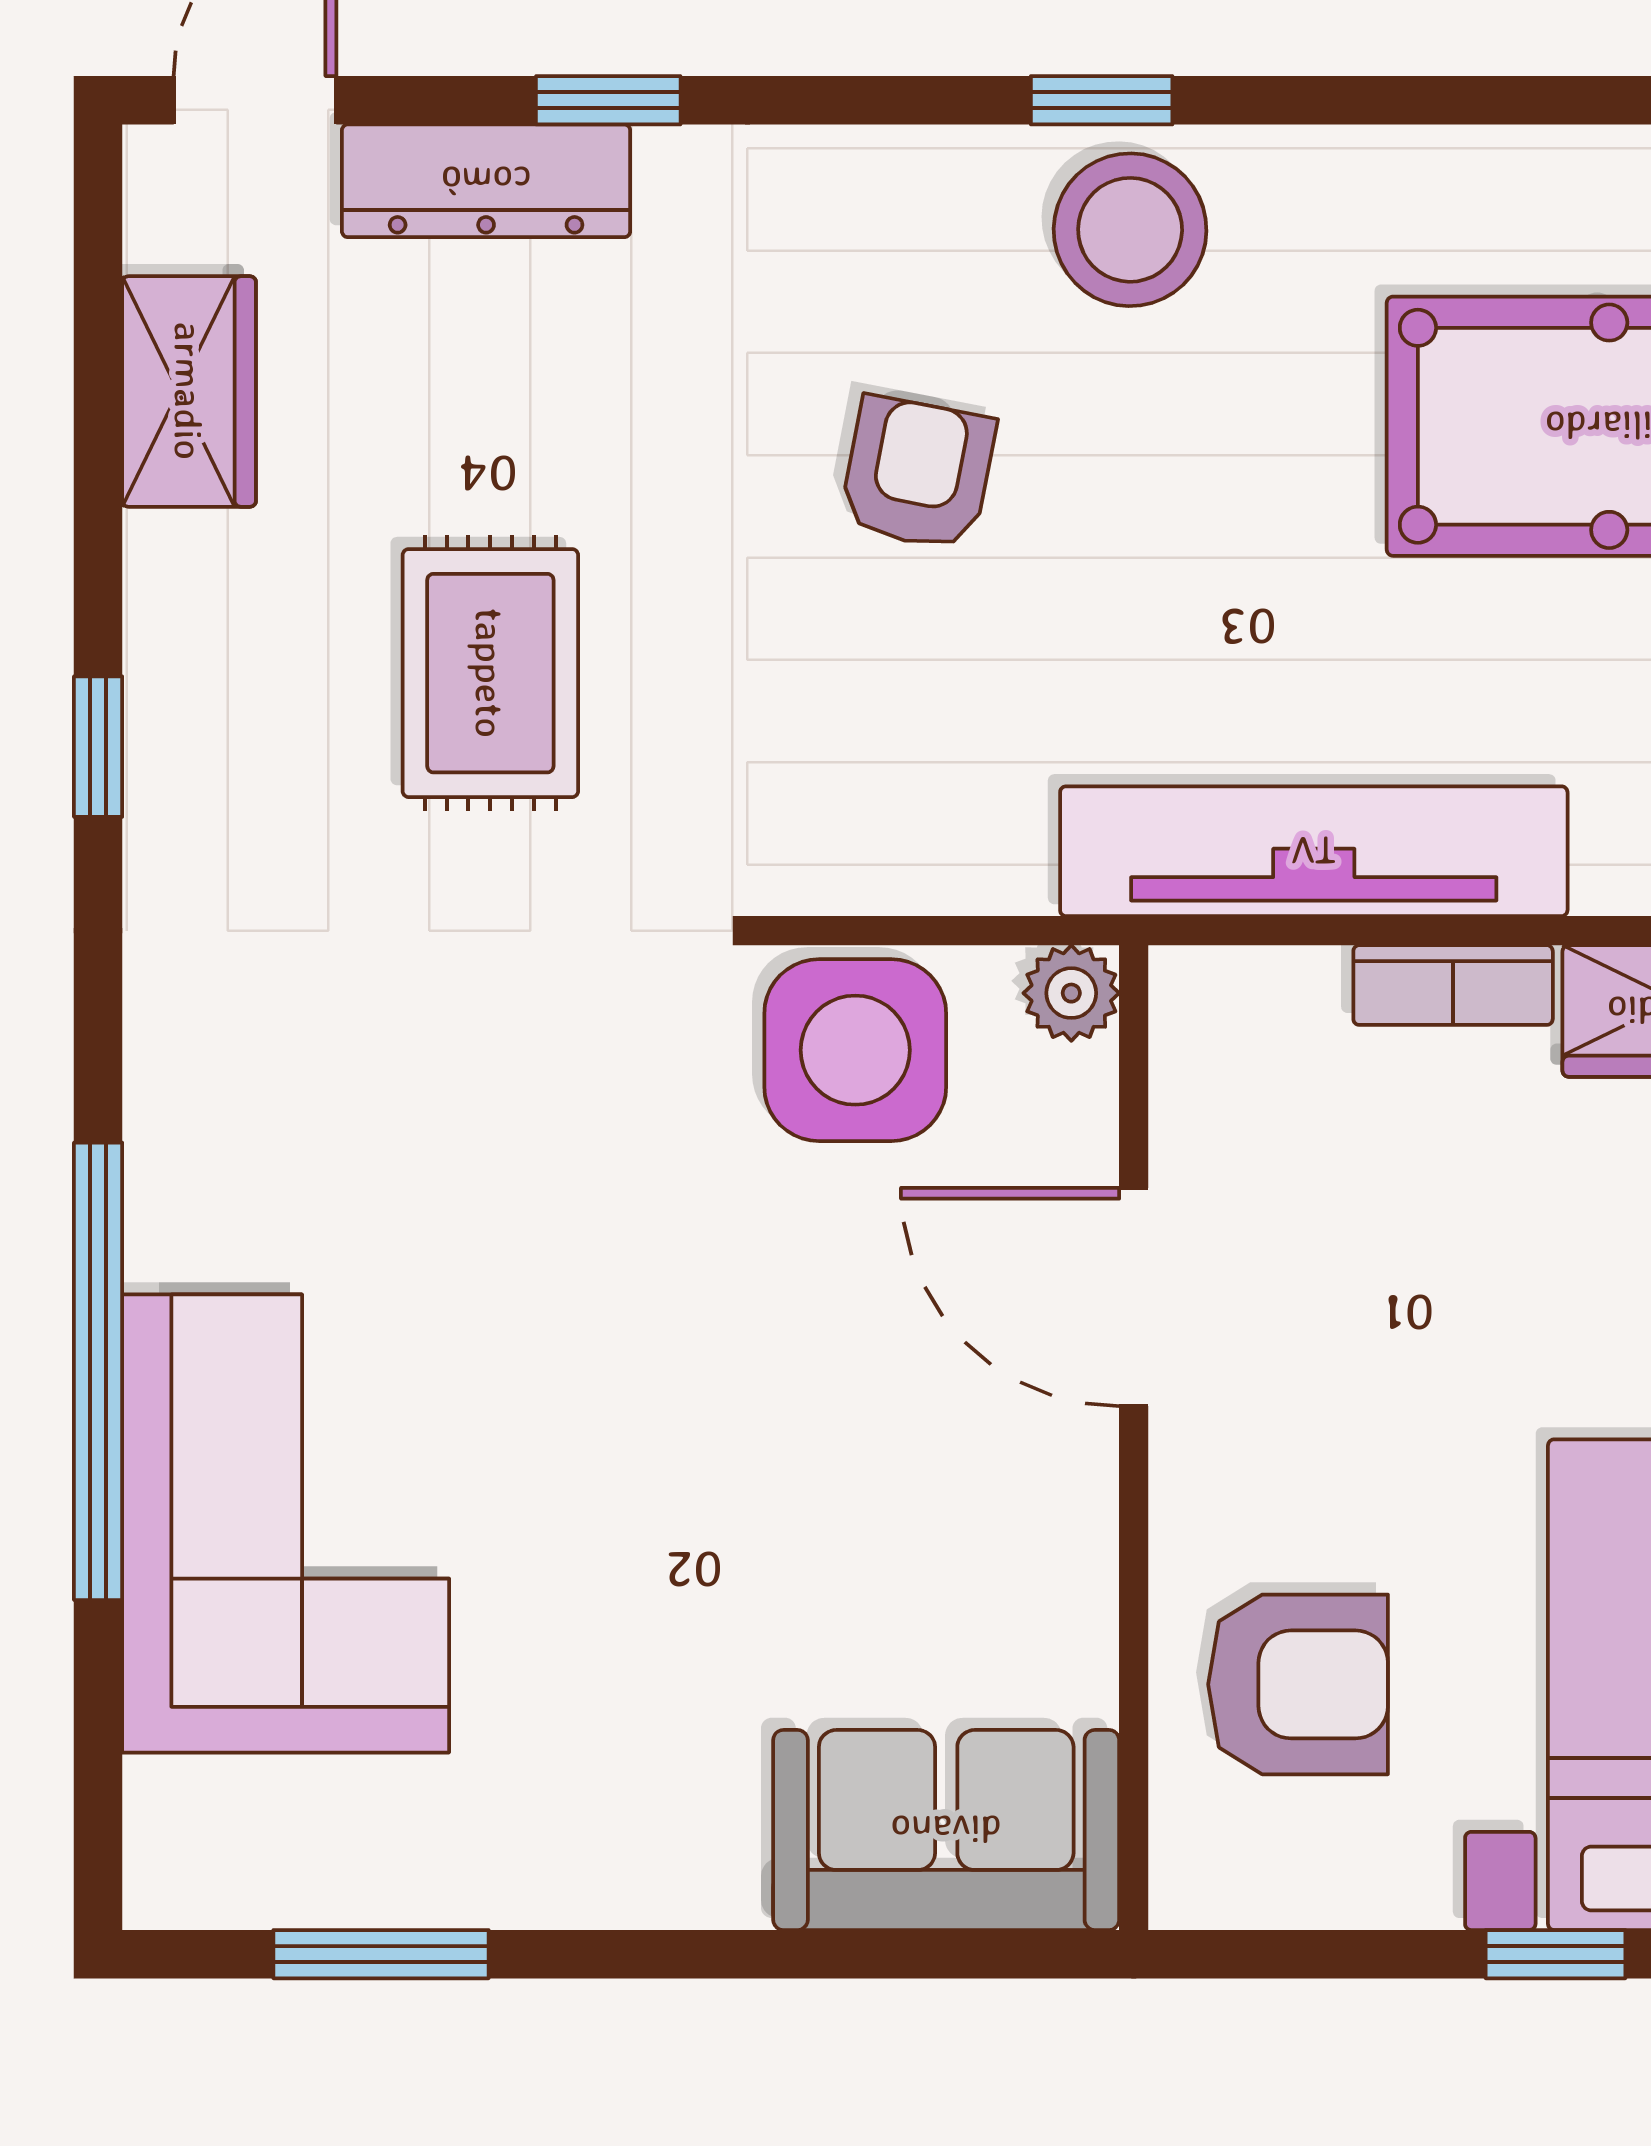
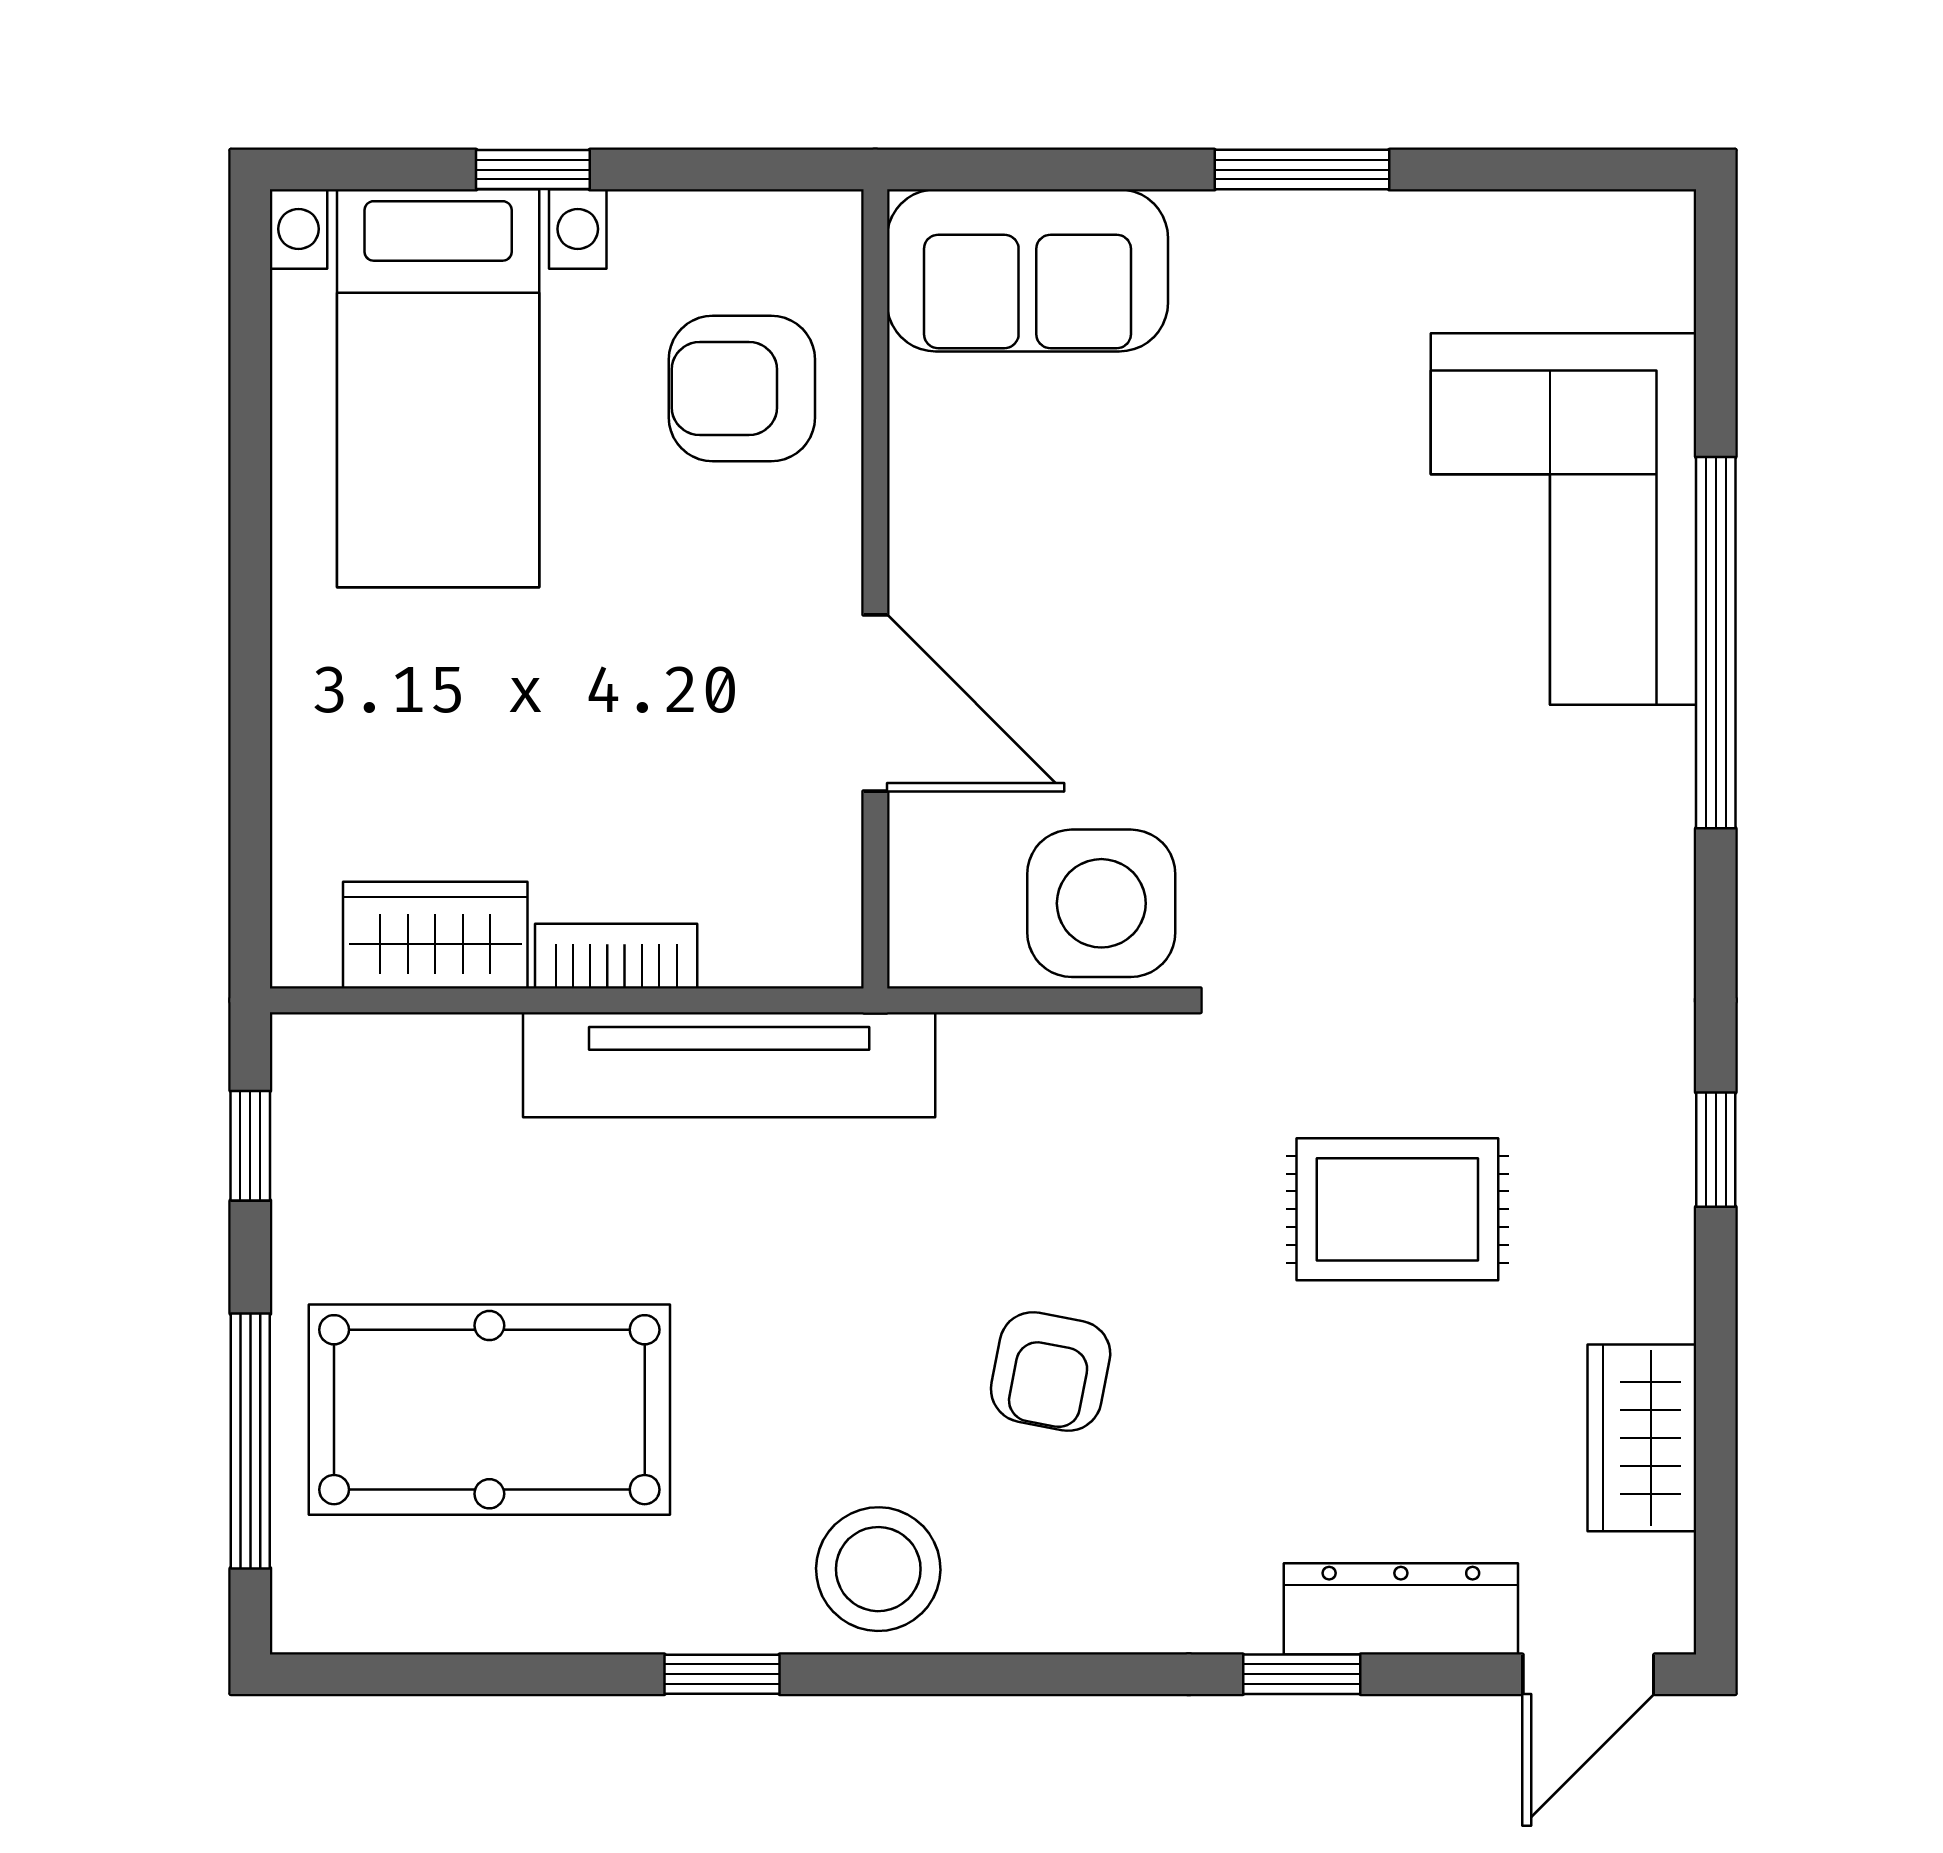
window: (1102, 100) -> (722, 1674), moved
rug: (490, 673) -> (1397, 1209), turned 90
plant: (1071, 993) -> (926, 950), removed
window: (381, 1954) -> (1302, 170), moved

